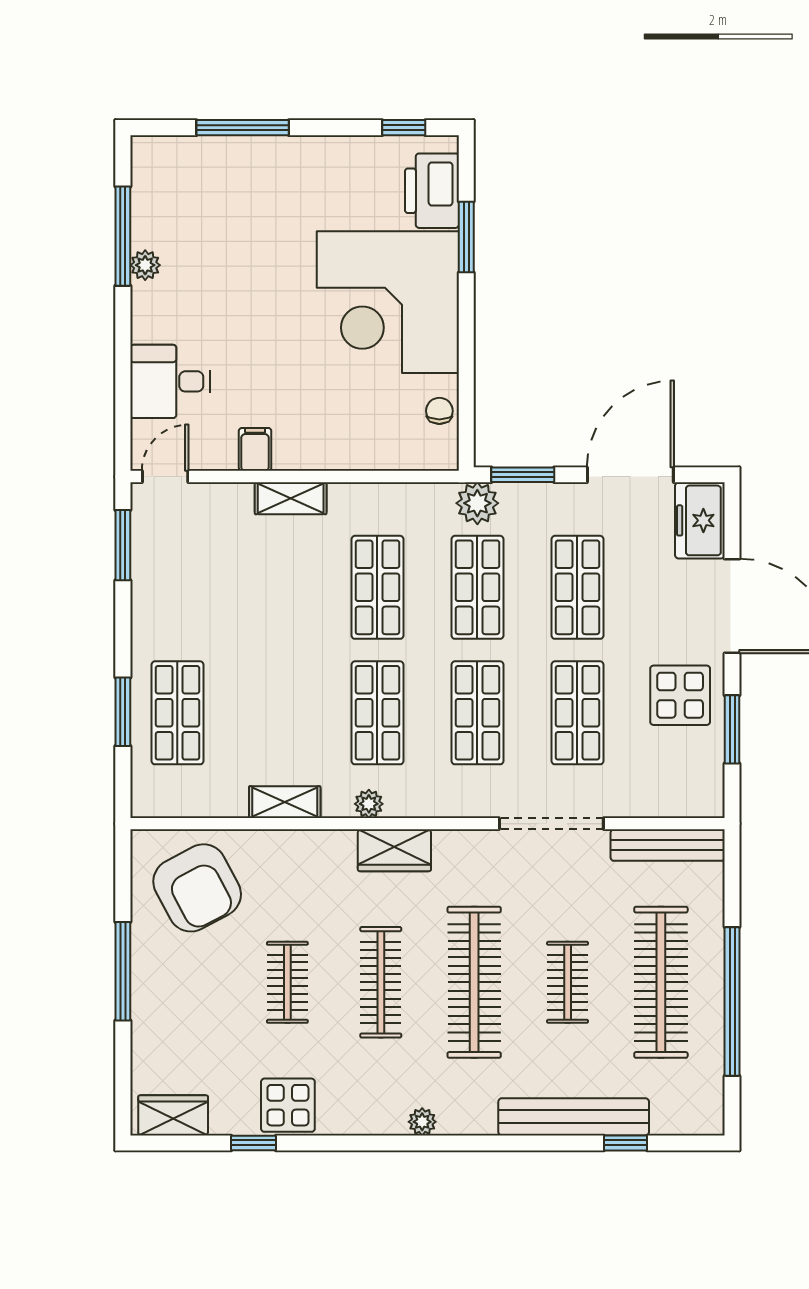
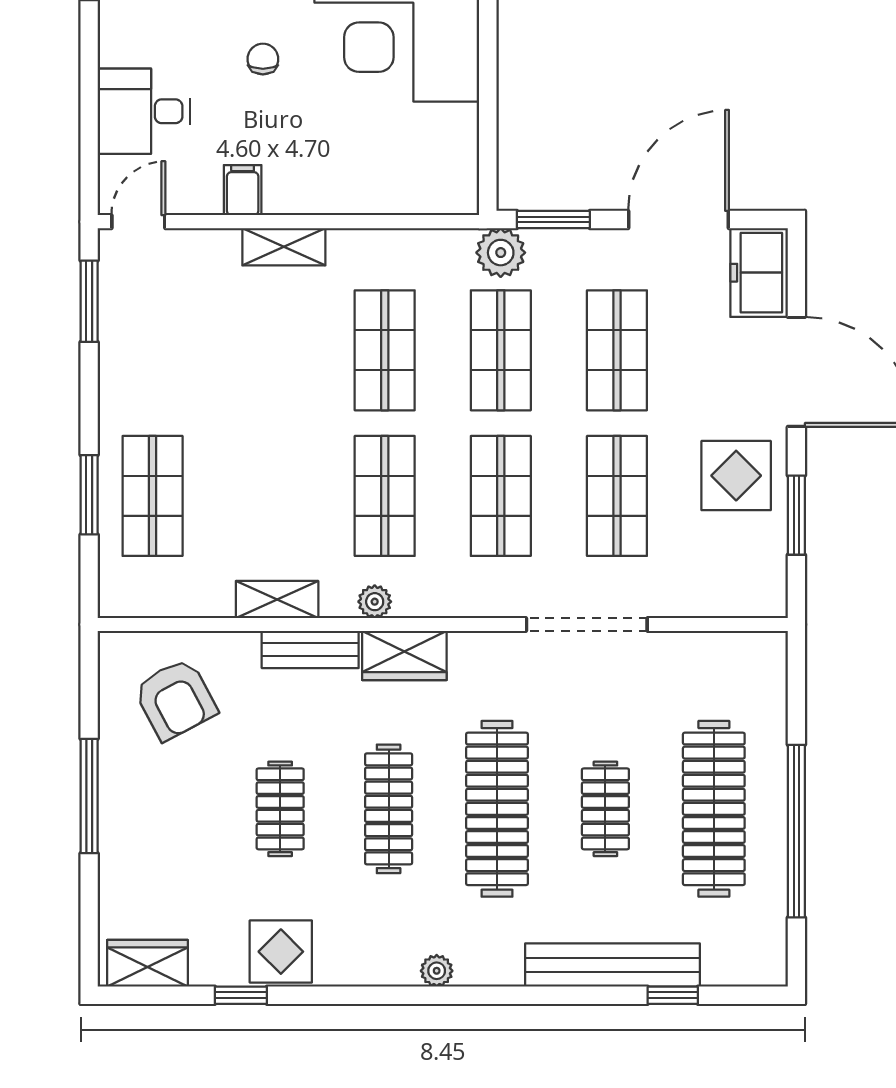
chair: (439, 411) -> (263, 59), moved
bench: (668, 845) -> (310, 650), moved, width x0.73
armchair: (197, 888) -> (175, 699), width x0.73, depth x0.73

